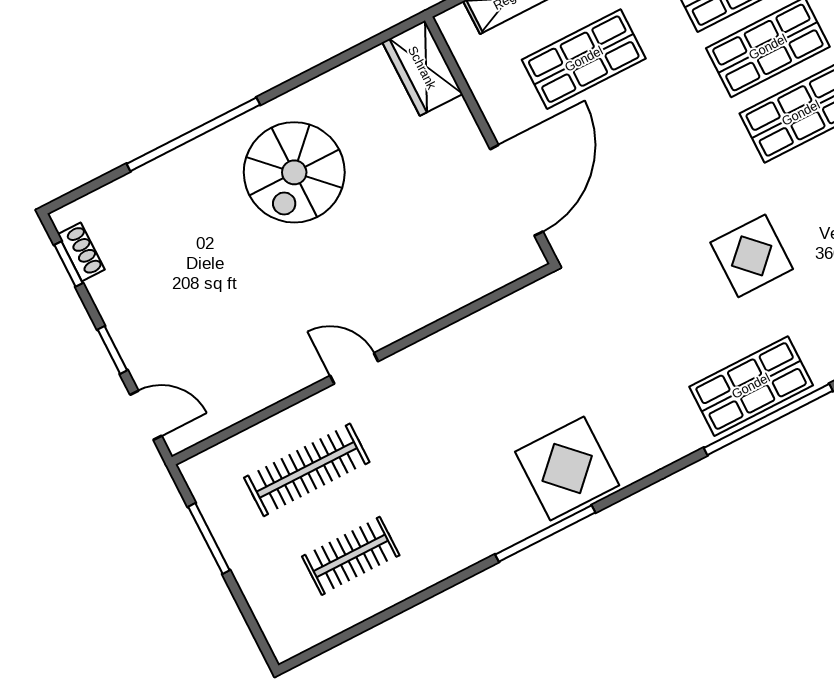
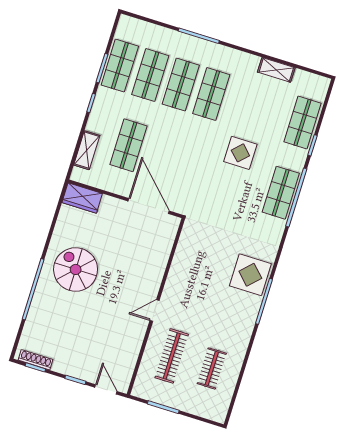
spiral stairs: (294, 172) -> (76, 269), turned 180
shoe rack: (81, 252) -> (36, 360), width x1.43
door: (146, 415) -> (106, 389), hinge flipped

